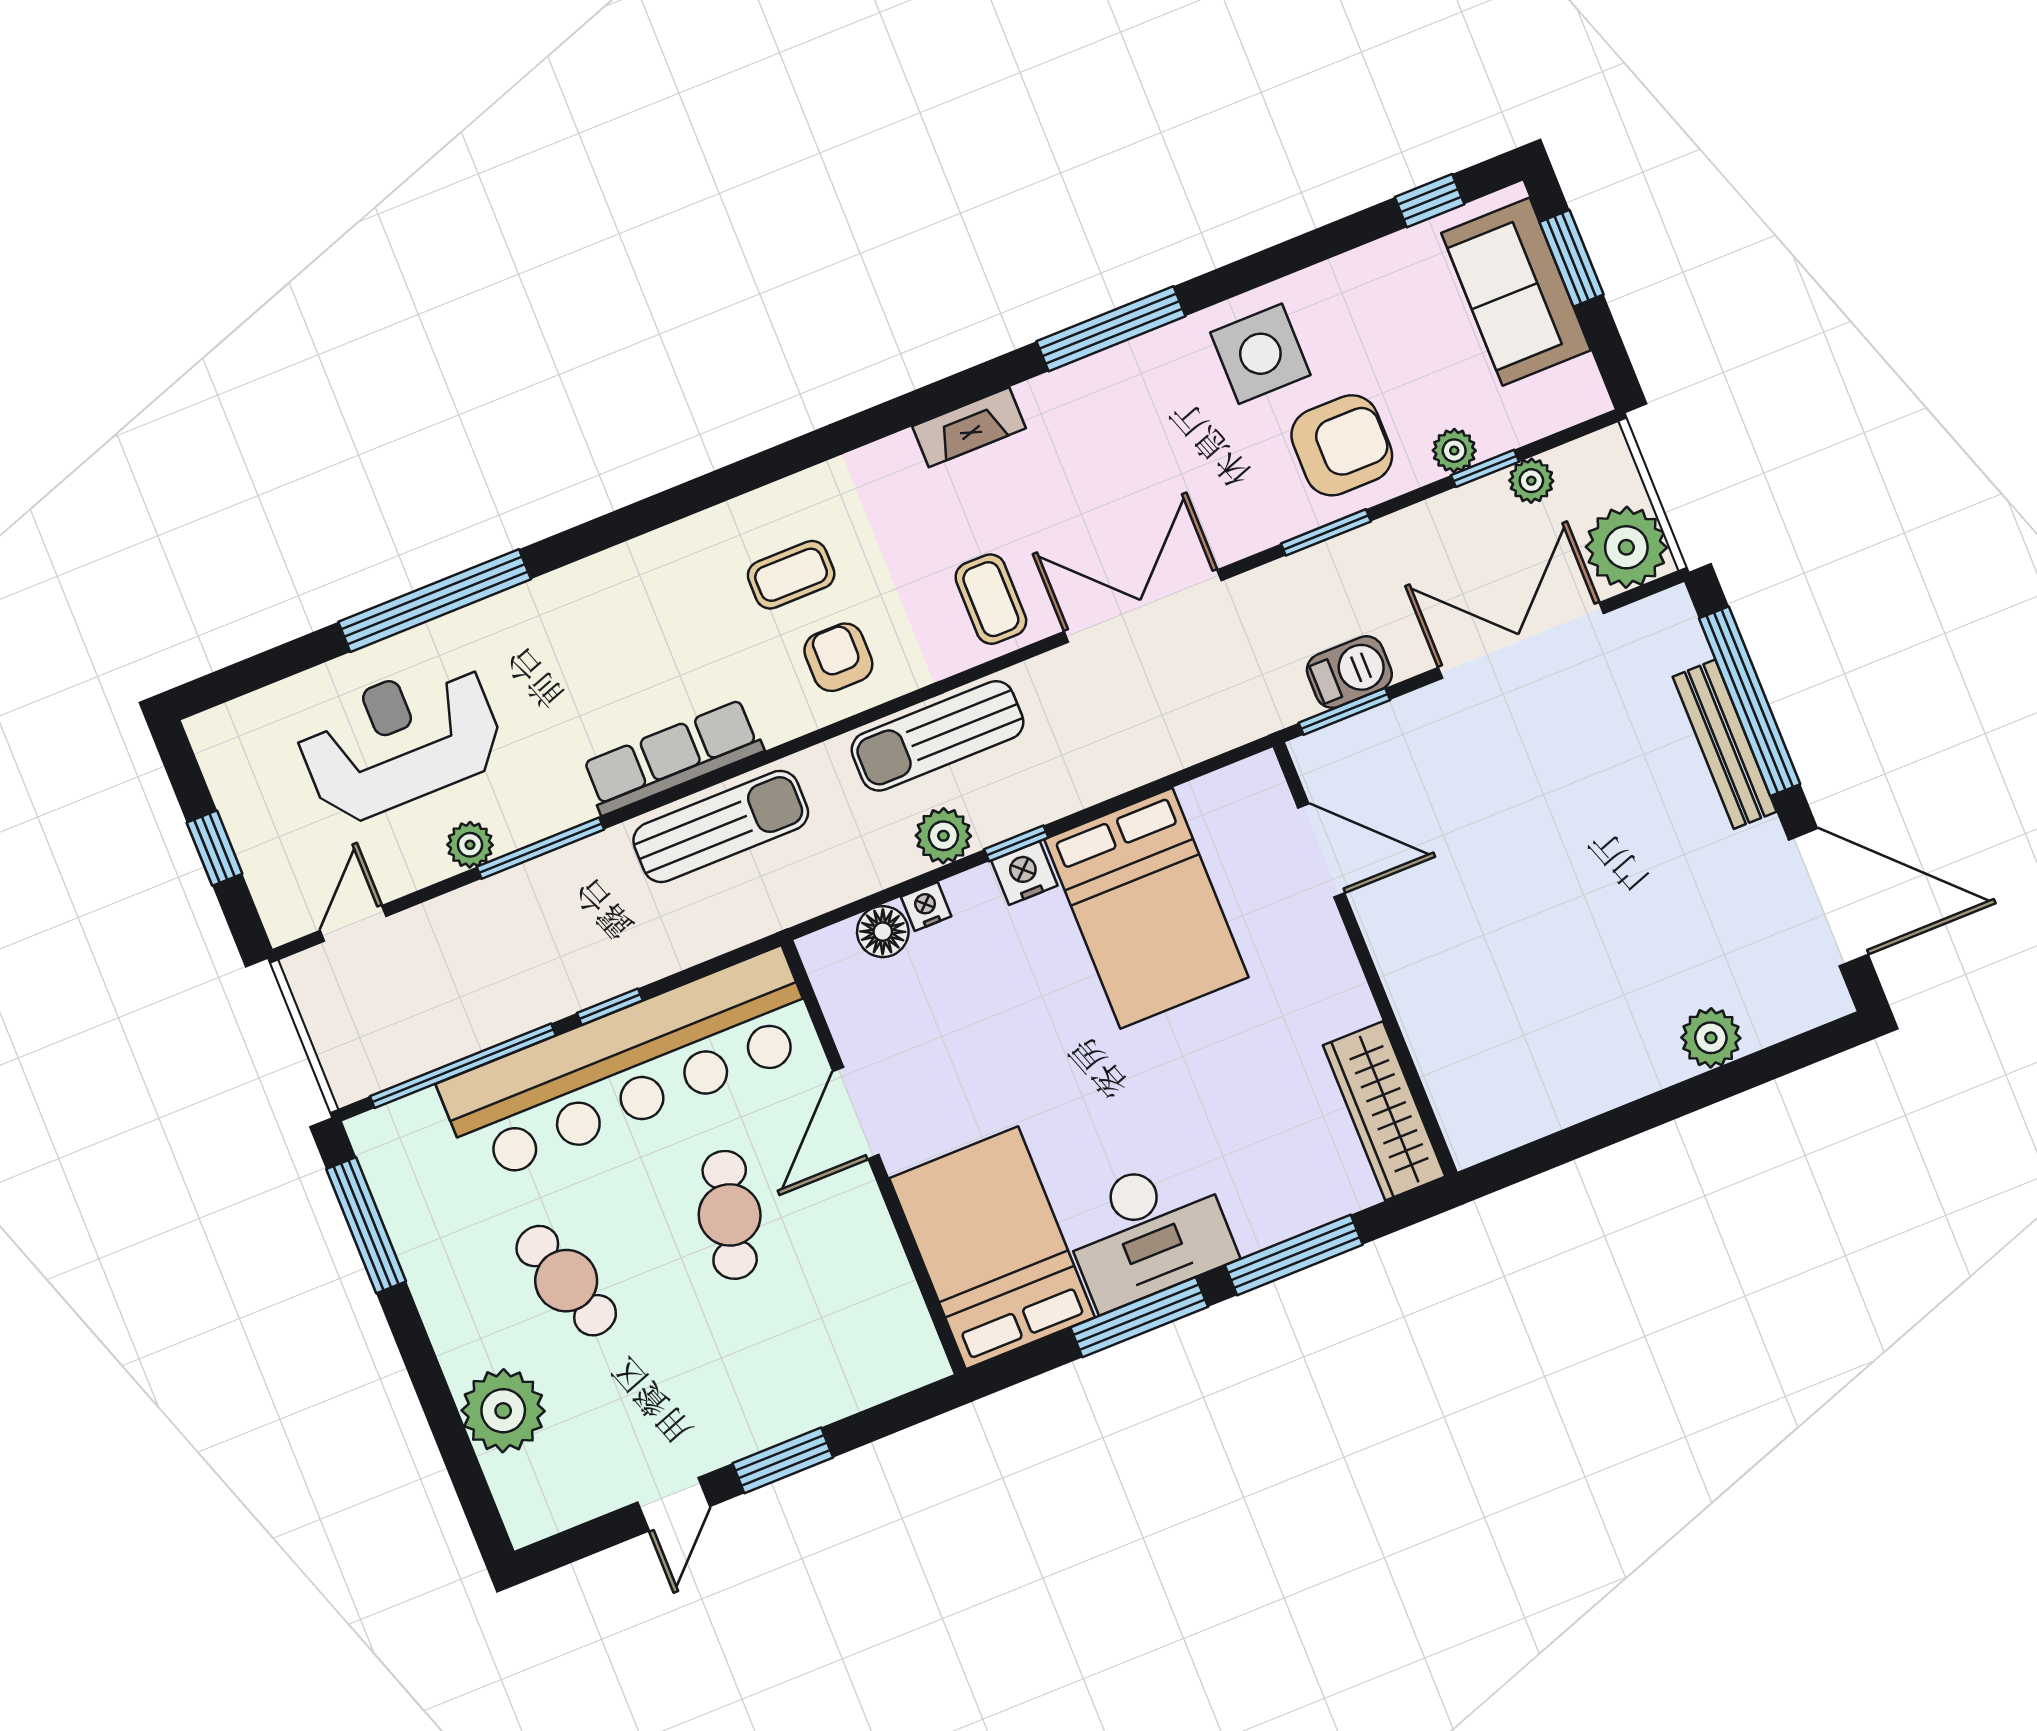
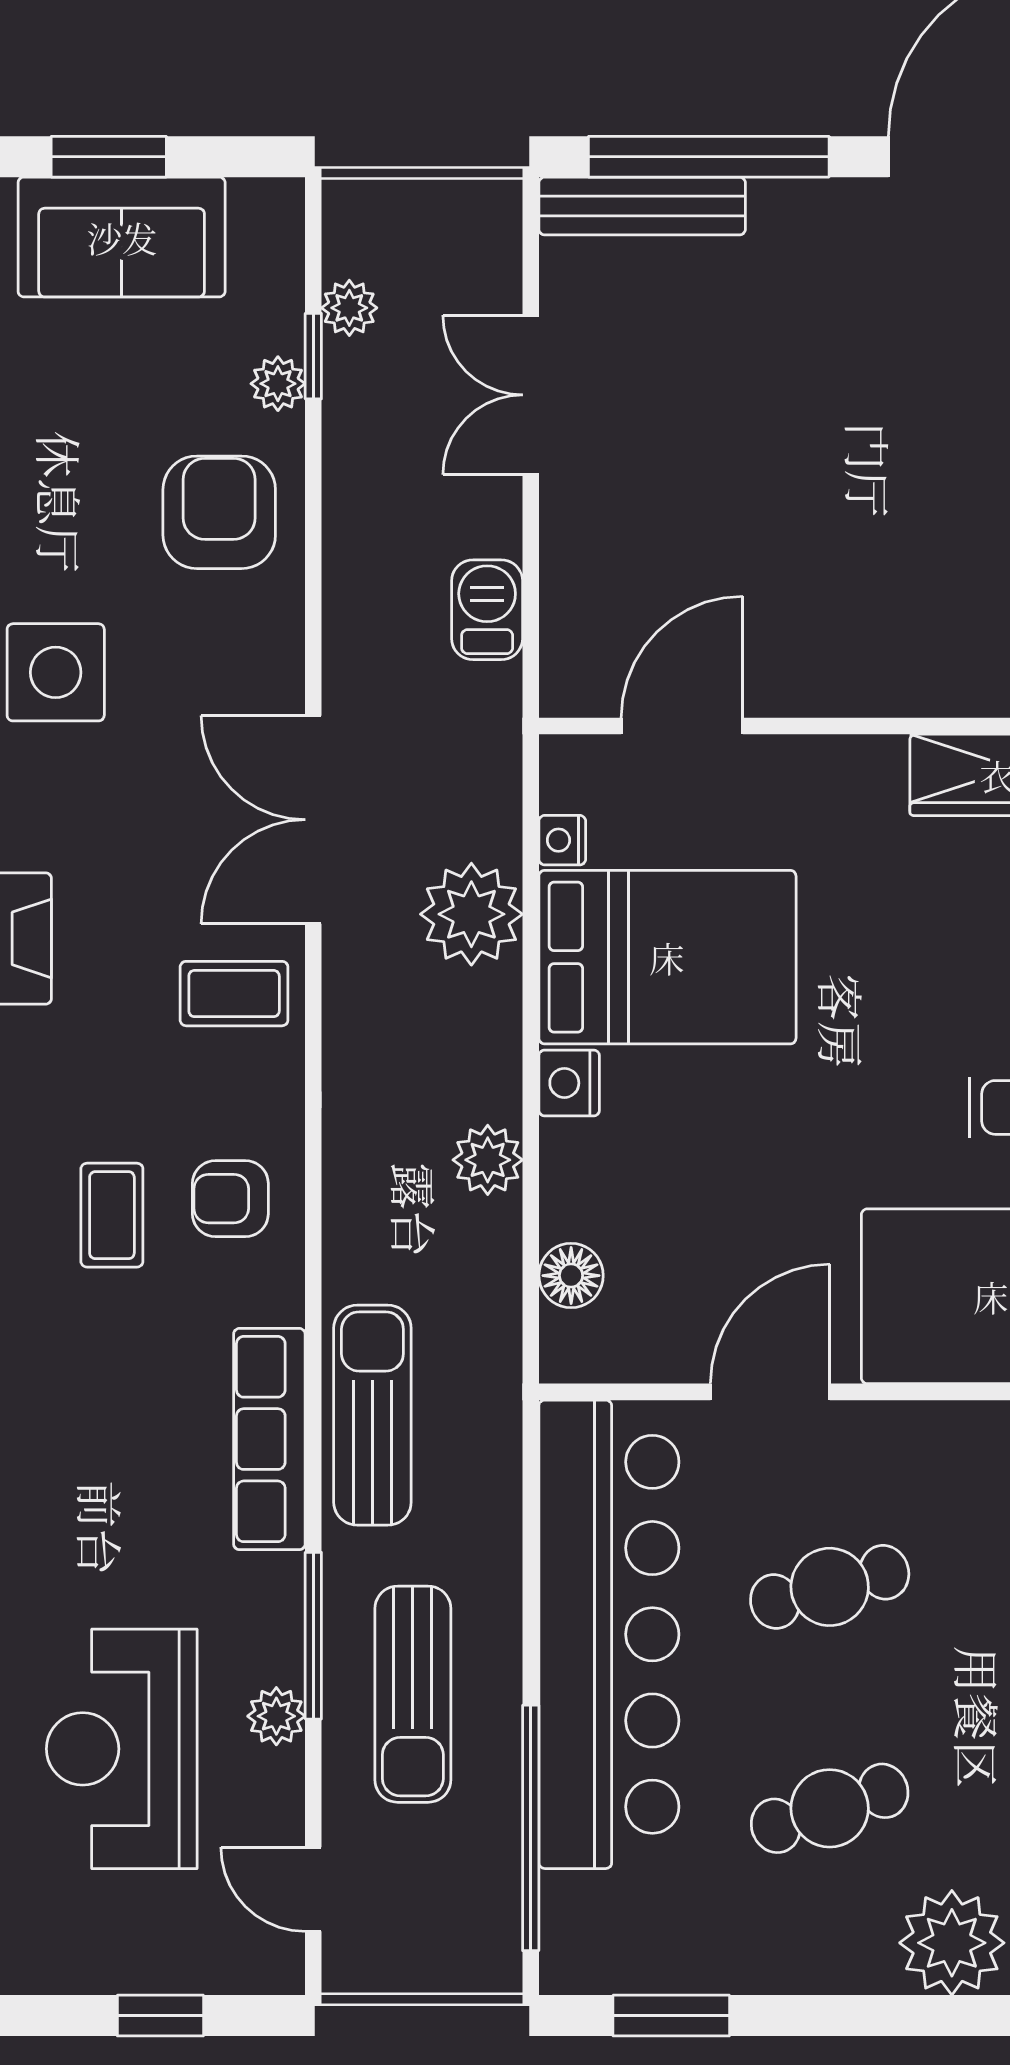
side table: (1260, 354) -> (56, 672), moved
window: (1326, 532) -> (313, 572), removed
plant: (1626, 547) -> (471, 914), moved
double door: (1521, 640) -> (531, 395), width x0.73
window: (1344, 711) -> (531, 634), removed
sun lounger: (937, 736) -> (413, 1694), moved
bench: (1725, 744) -> (642, 206), moved
window: (1016, 843) -> (531, 1078), removed
nightstand: (926, 907) -> (562, 840), moved
window: (610, 1007) -> (531, 1629), removed
door: (856, 1113) -> (770, 1392), swing flipped
cafe table: (730, 1215) -> (830, 1587), turned -30
window: (366, 1225) -> (671, 2016), width x0.69

